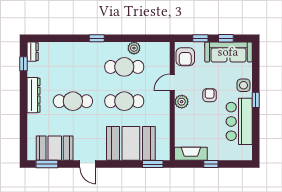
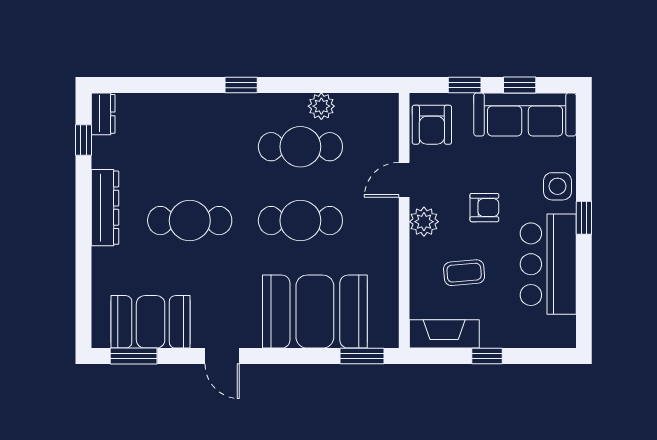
armchair: (210, 95) -> (484, 208), turned 90
coffee table: (200, 125) -> (464, 273), added

